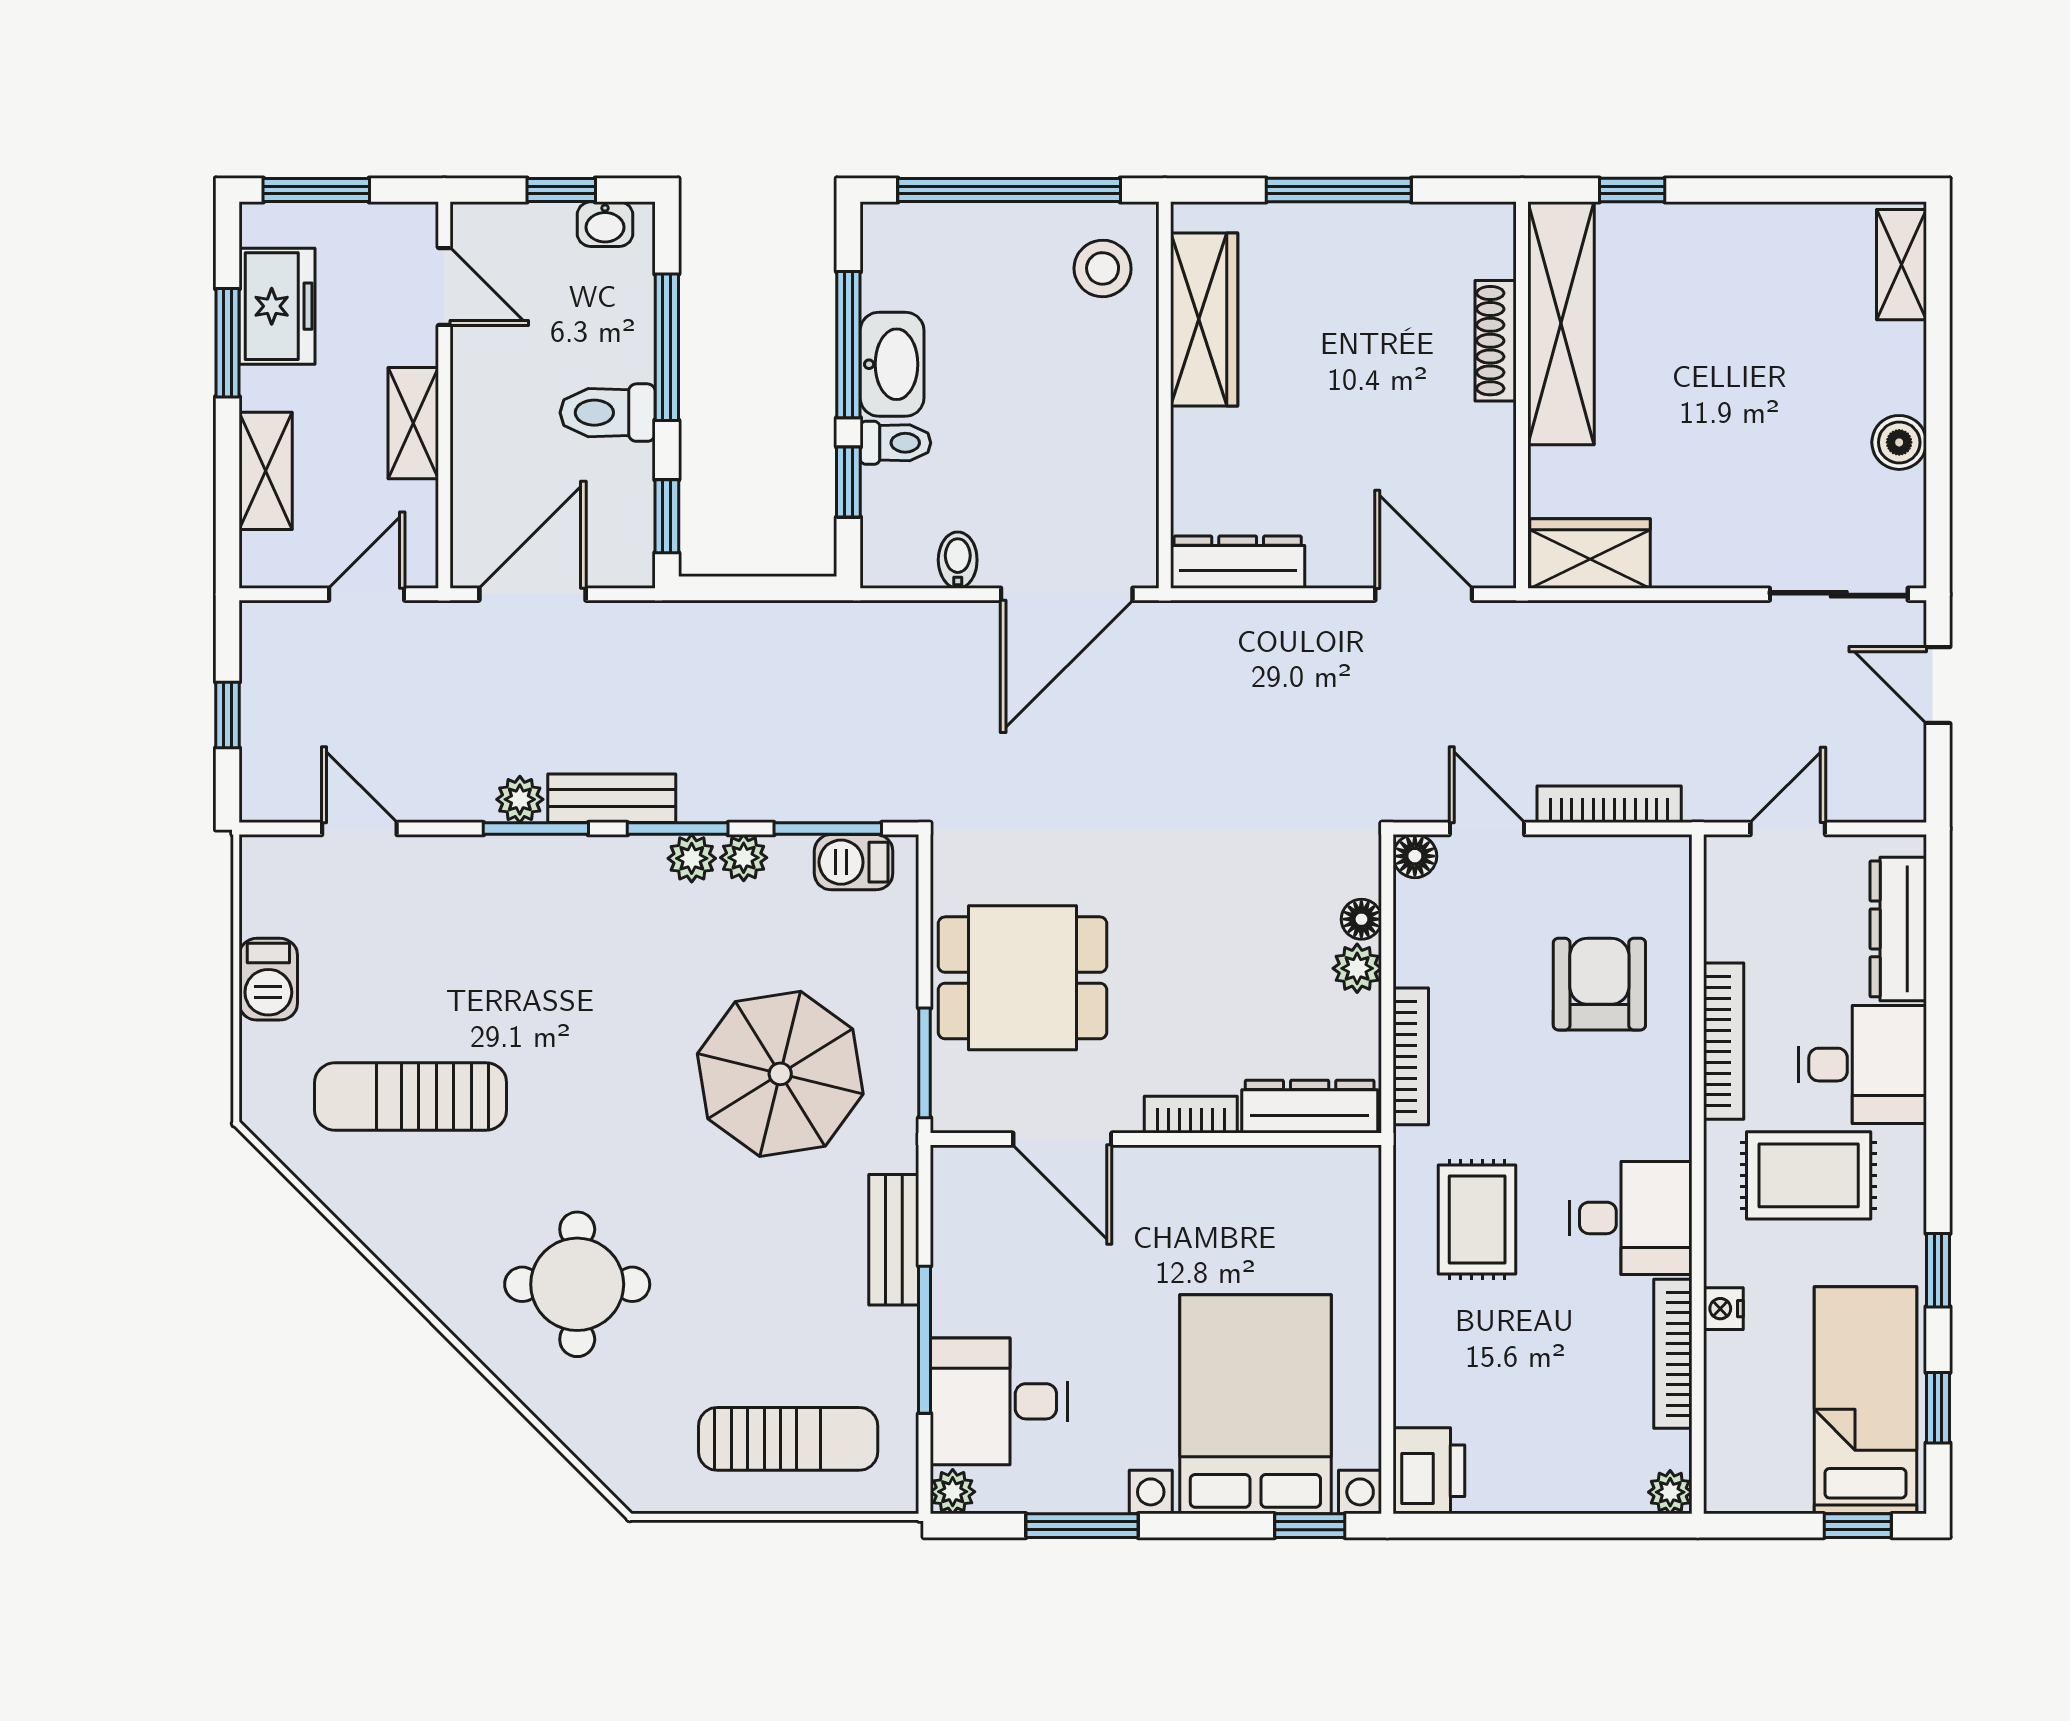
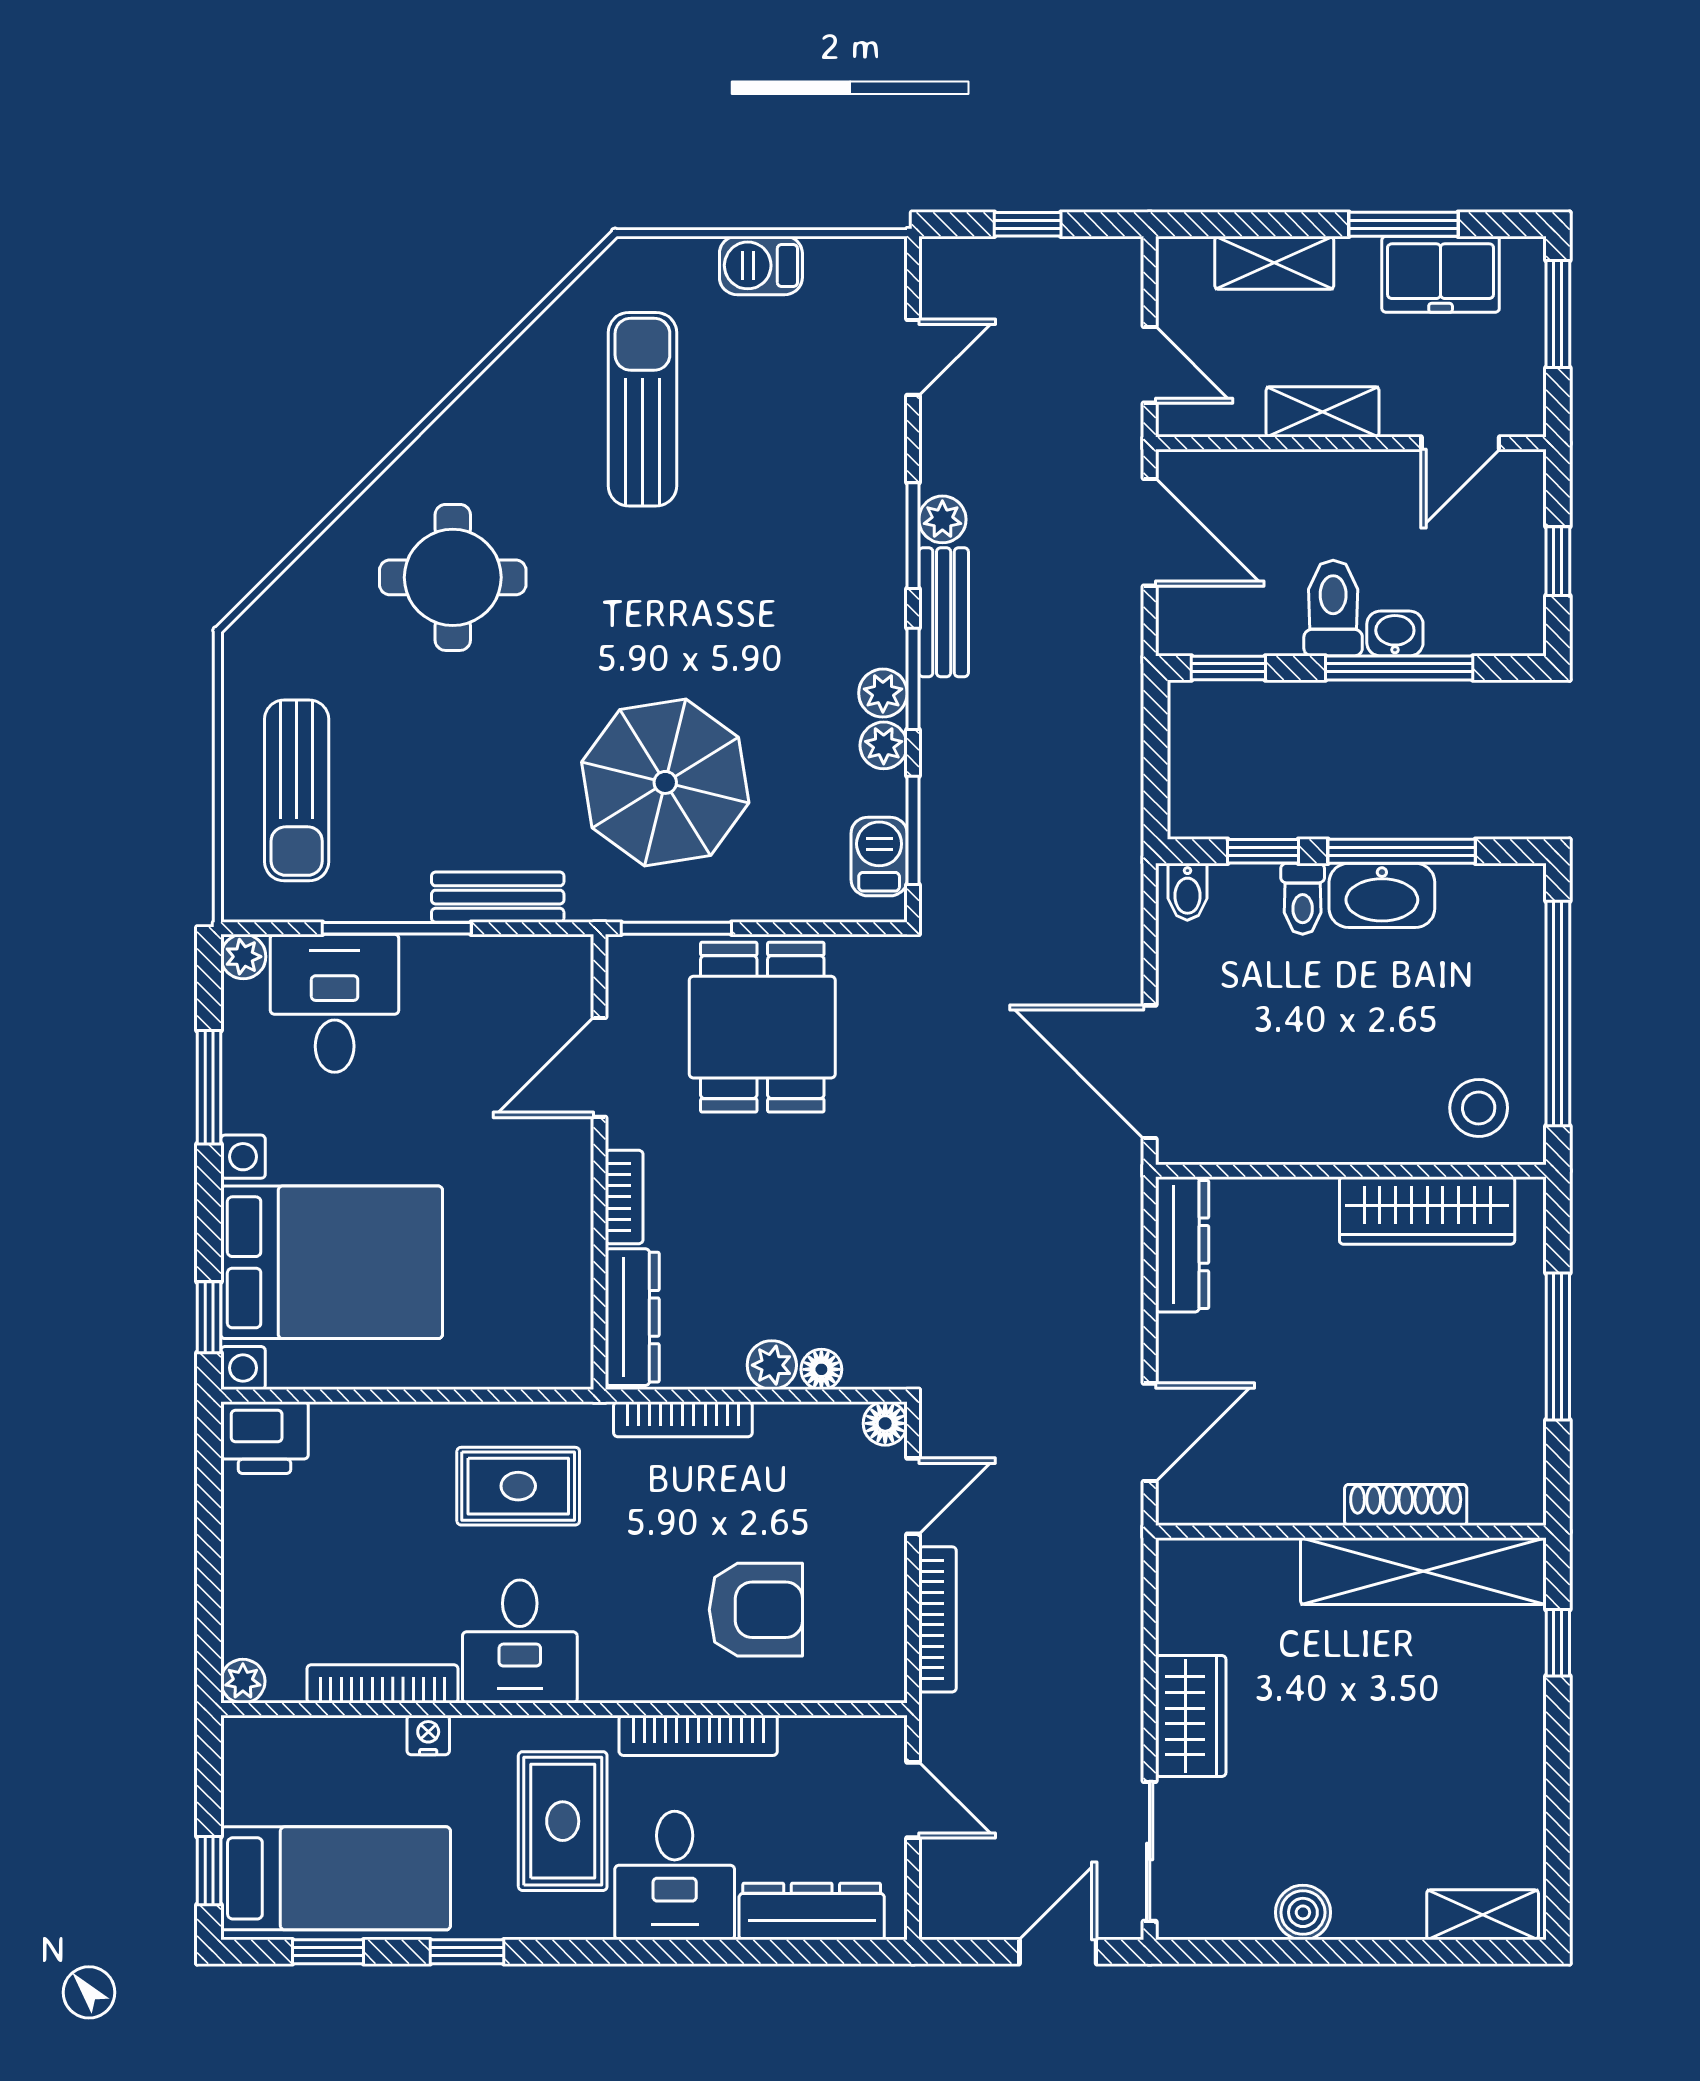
washbasin: (605, 224) -> (1395, 633), moved, turned 90
wardrobe: (1590, 554) -> (1191, 1716), moved
bidet: (958, 560) -> (1187, 892), moved, turned 90

